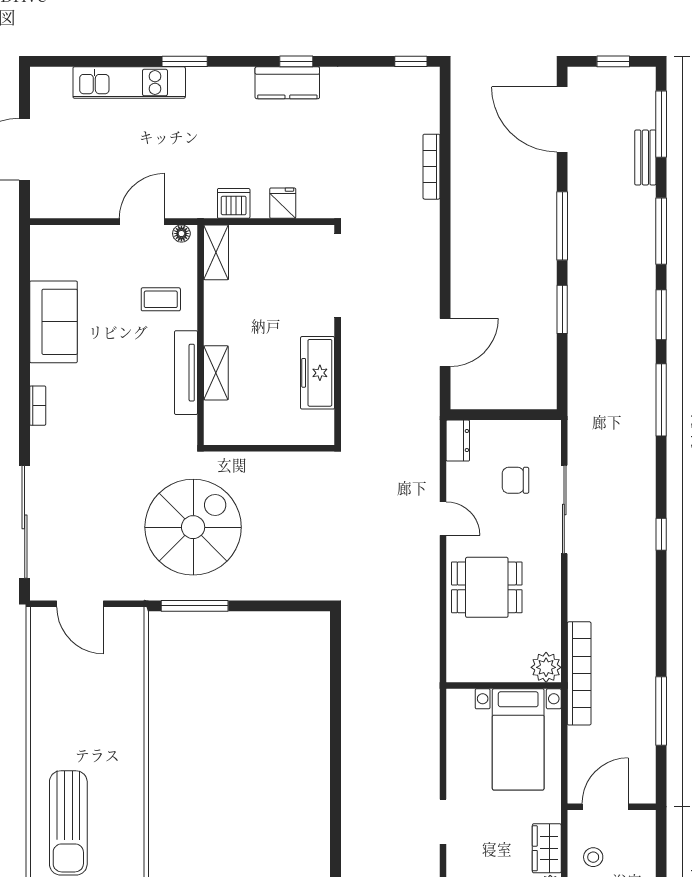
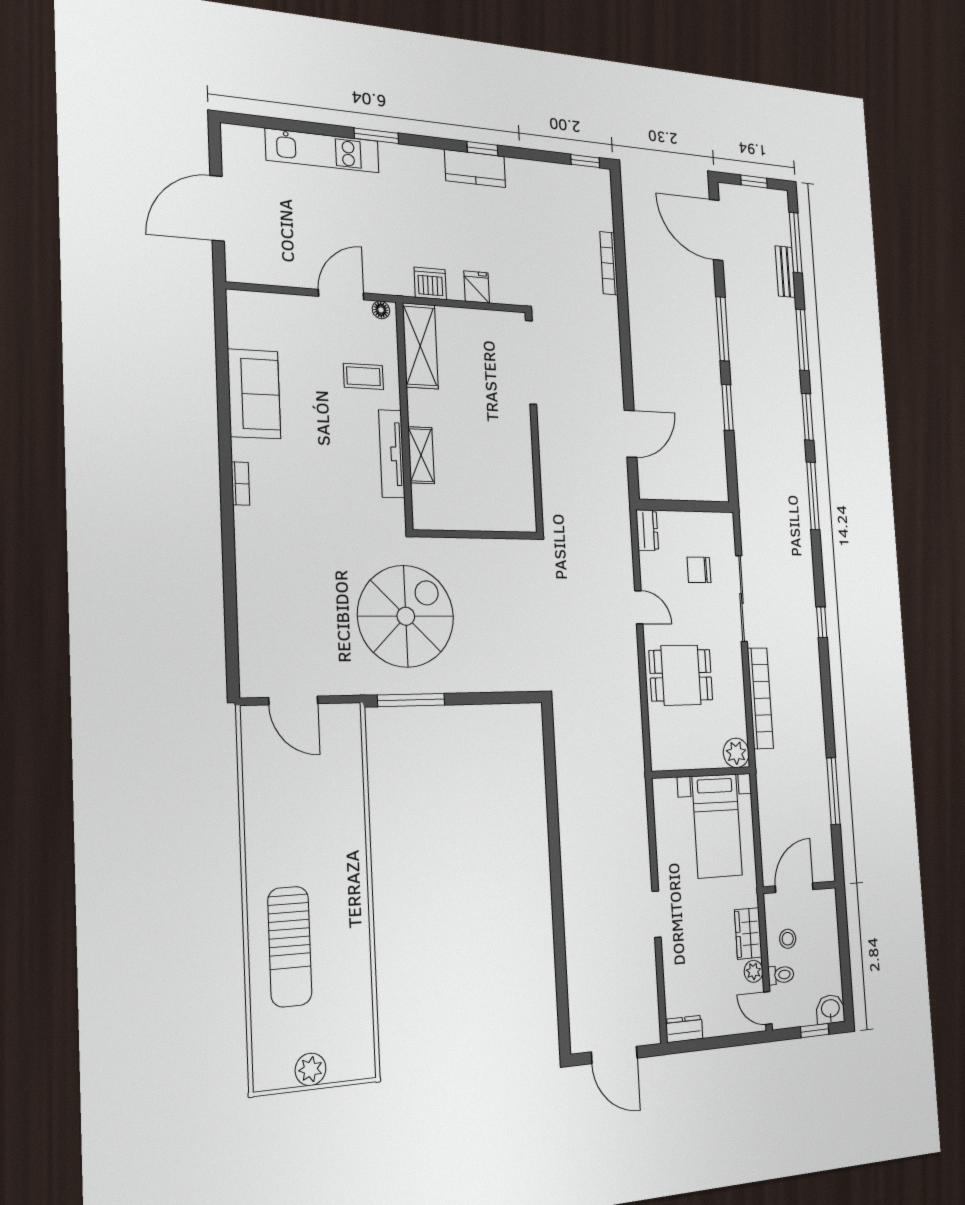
shelving: (216, 252) -> (420, 346), width x1.50, depth x1.33
freezer: (318, 373) -> (518, 459), removed
sliding door: (25, 522) -> (231, 611), removed
bookcase: (579, 673) -> (760, 698), moved

